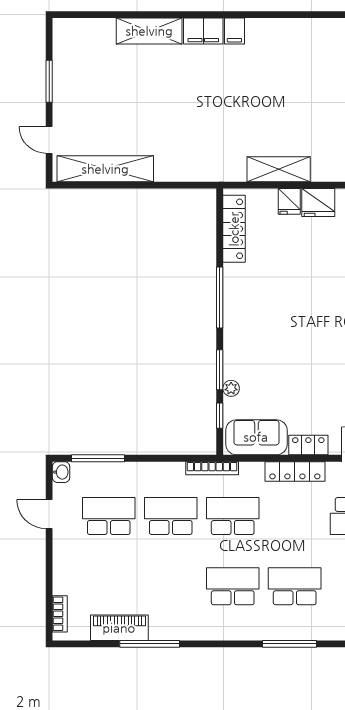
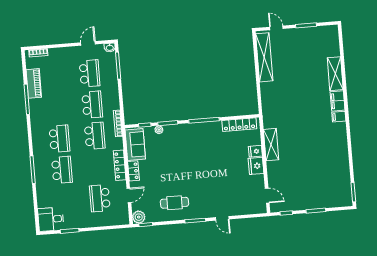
door: (49, 140) -> (276, 28), hinge flipped

